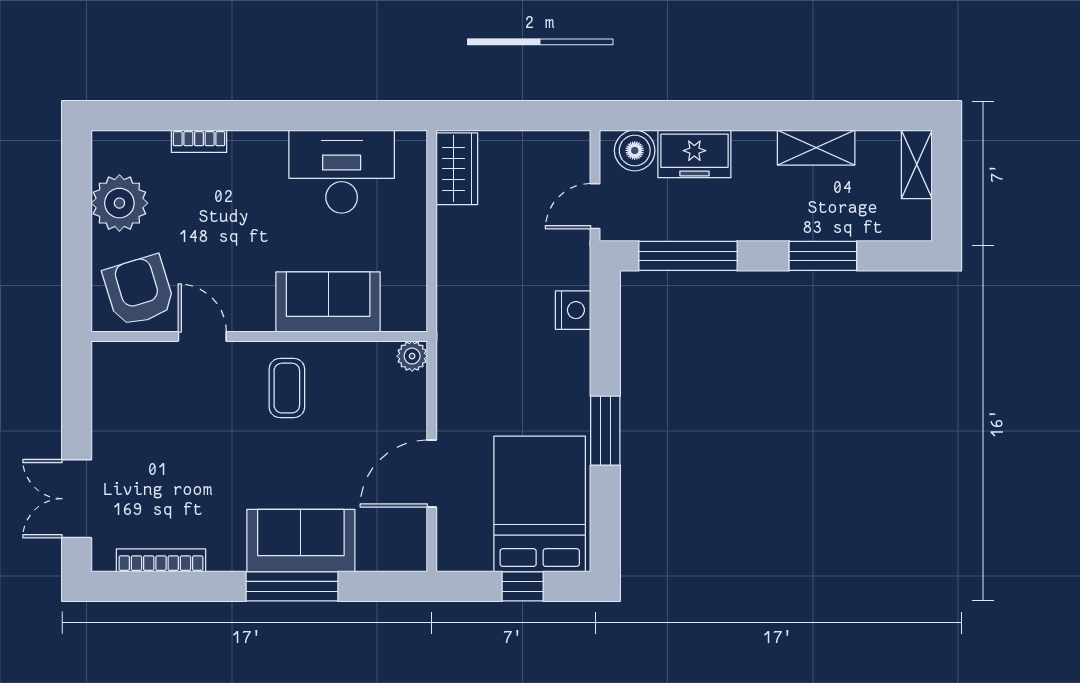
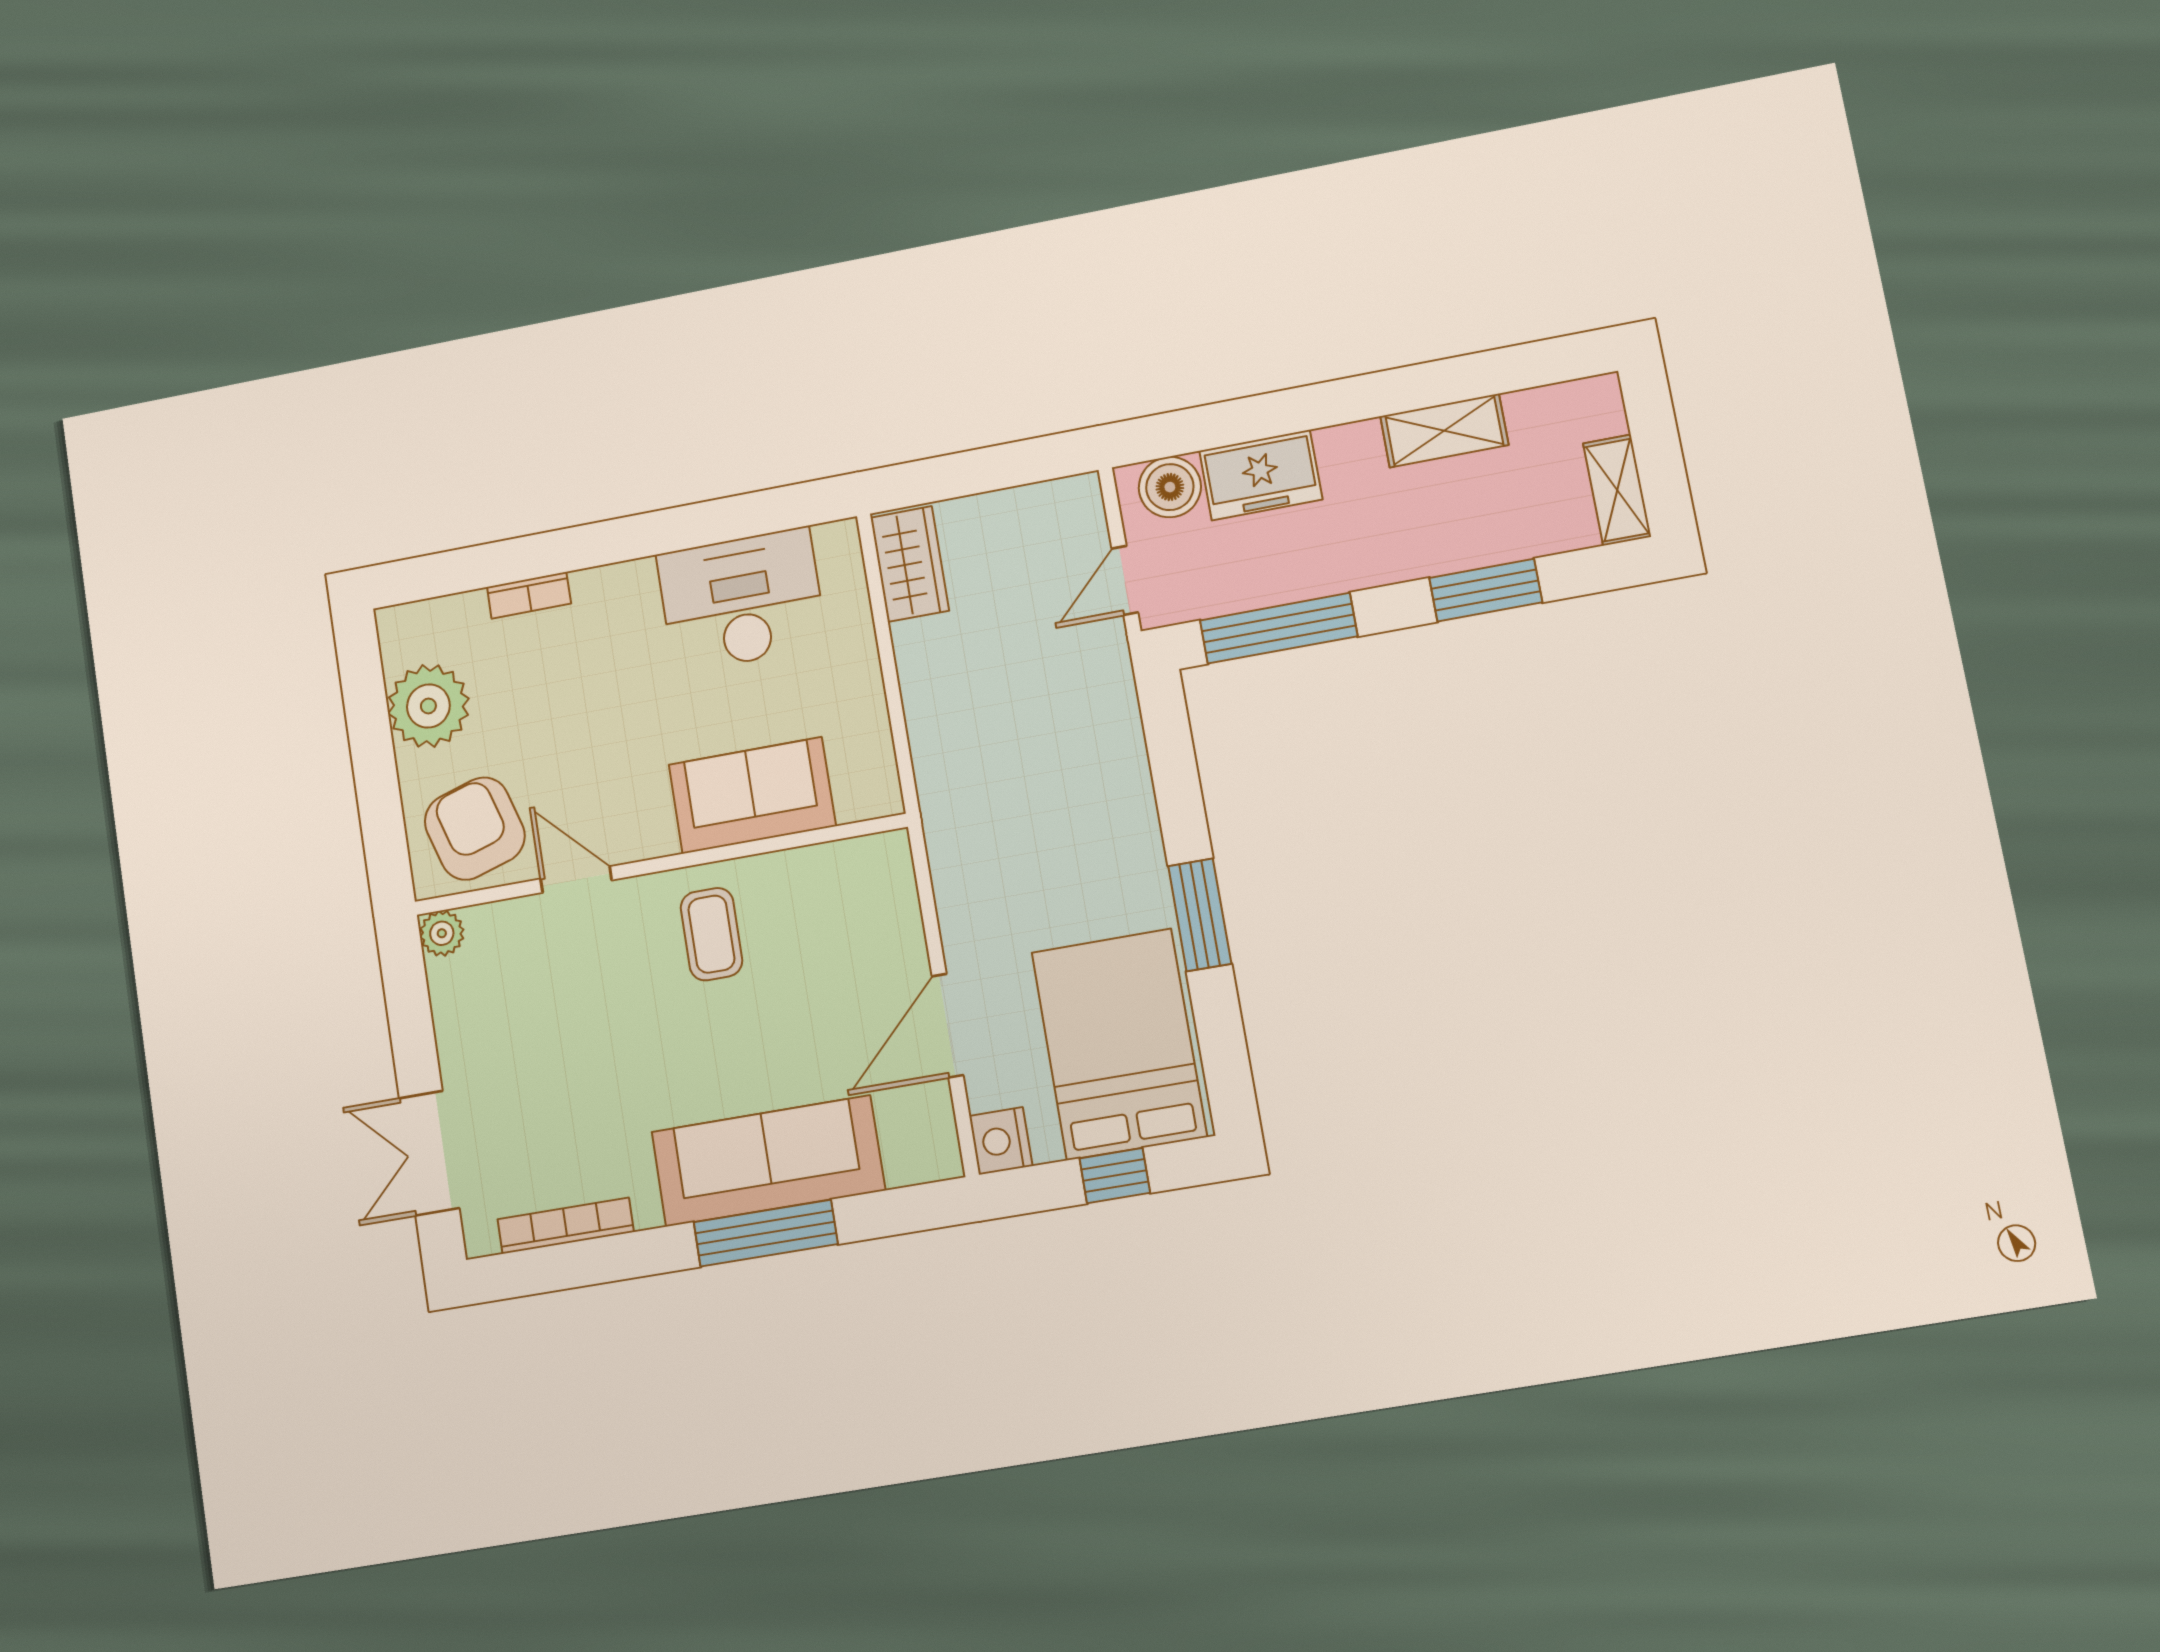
shelving: (917, 164) -> (1617, 490), moved
nightstand: (573, 310) -> (1001, 1141), moved, turned 180
plant: (412, 356) -> (442, 933), moved
sofa: (301, 541) -> (768, 1161), width x1.36

